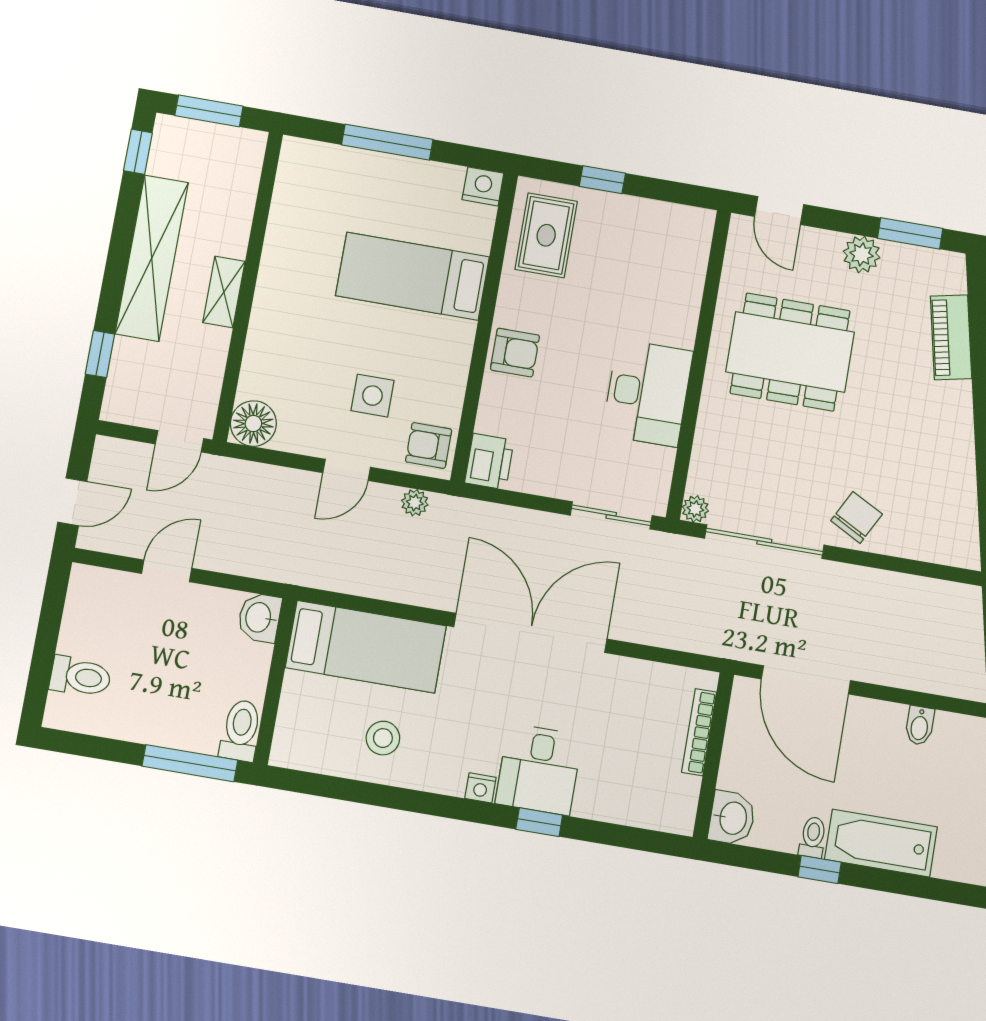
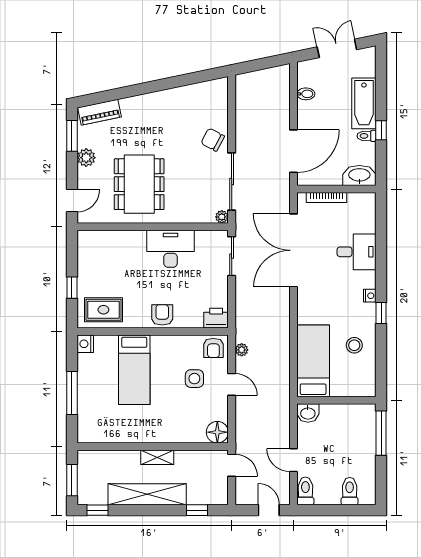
piano: (951, 337) -> (100, 112), moved
double door: (530, 633) -> (293, 250), moved
toilet: (241, 730) -> (305, 491), moved, turned 90
desk: (539, 769) -> (357, 252), moved
washbasin: (732, 818) -> (359, 175), width x1.38
window: (539, 822) -> (381, 313), moved

